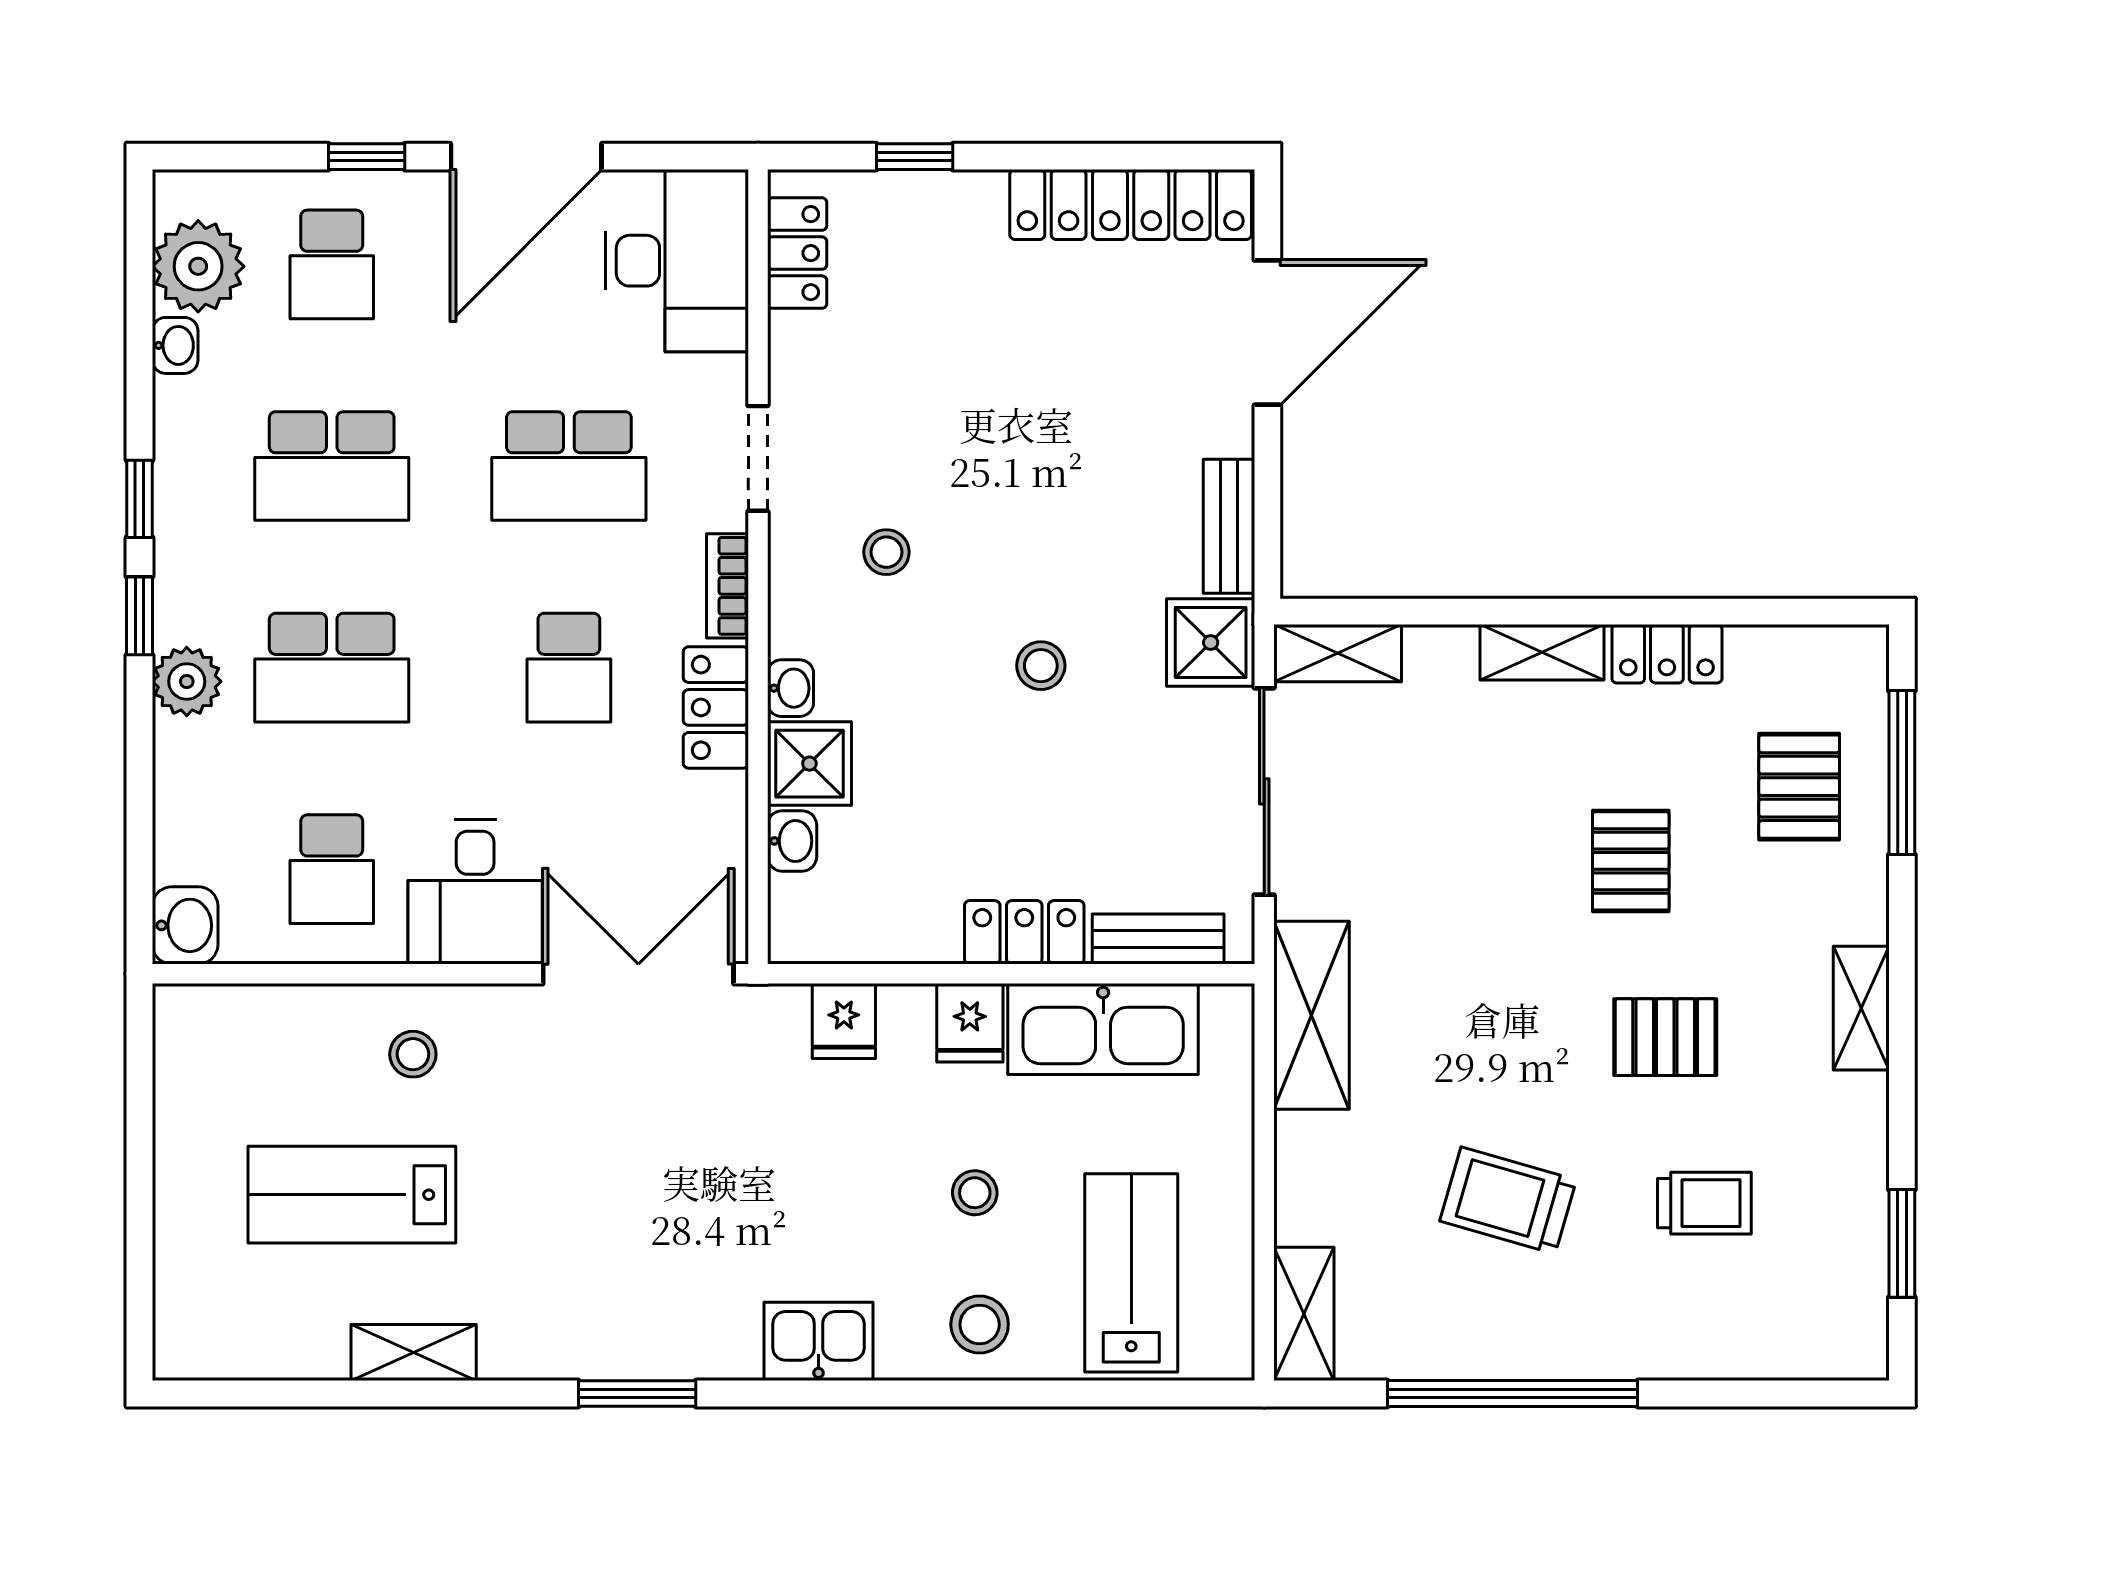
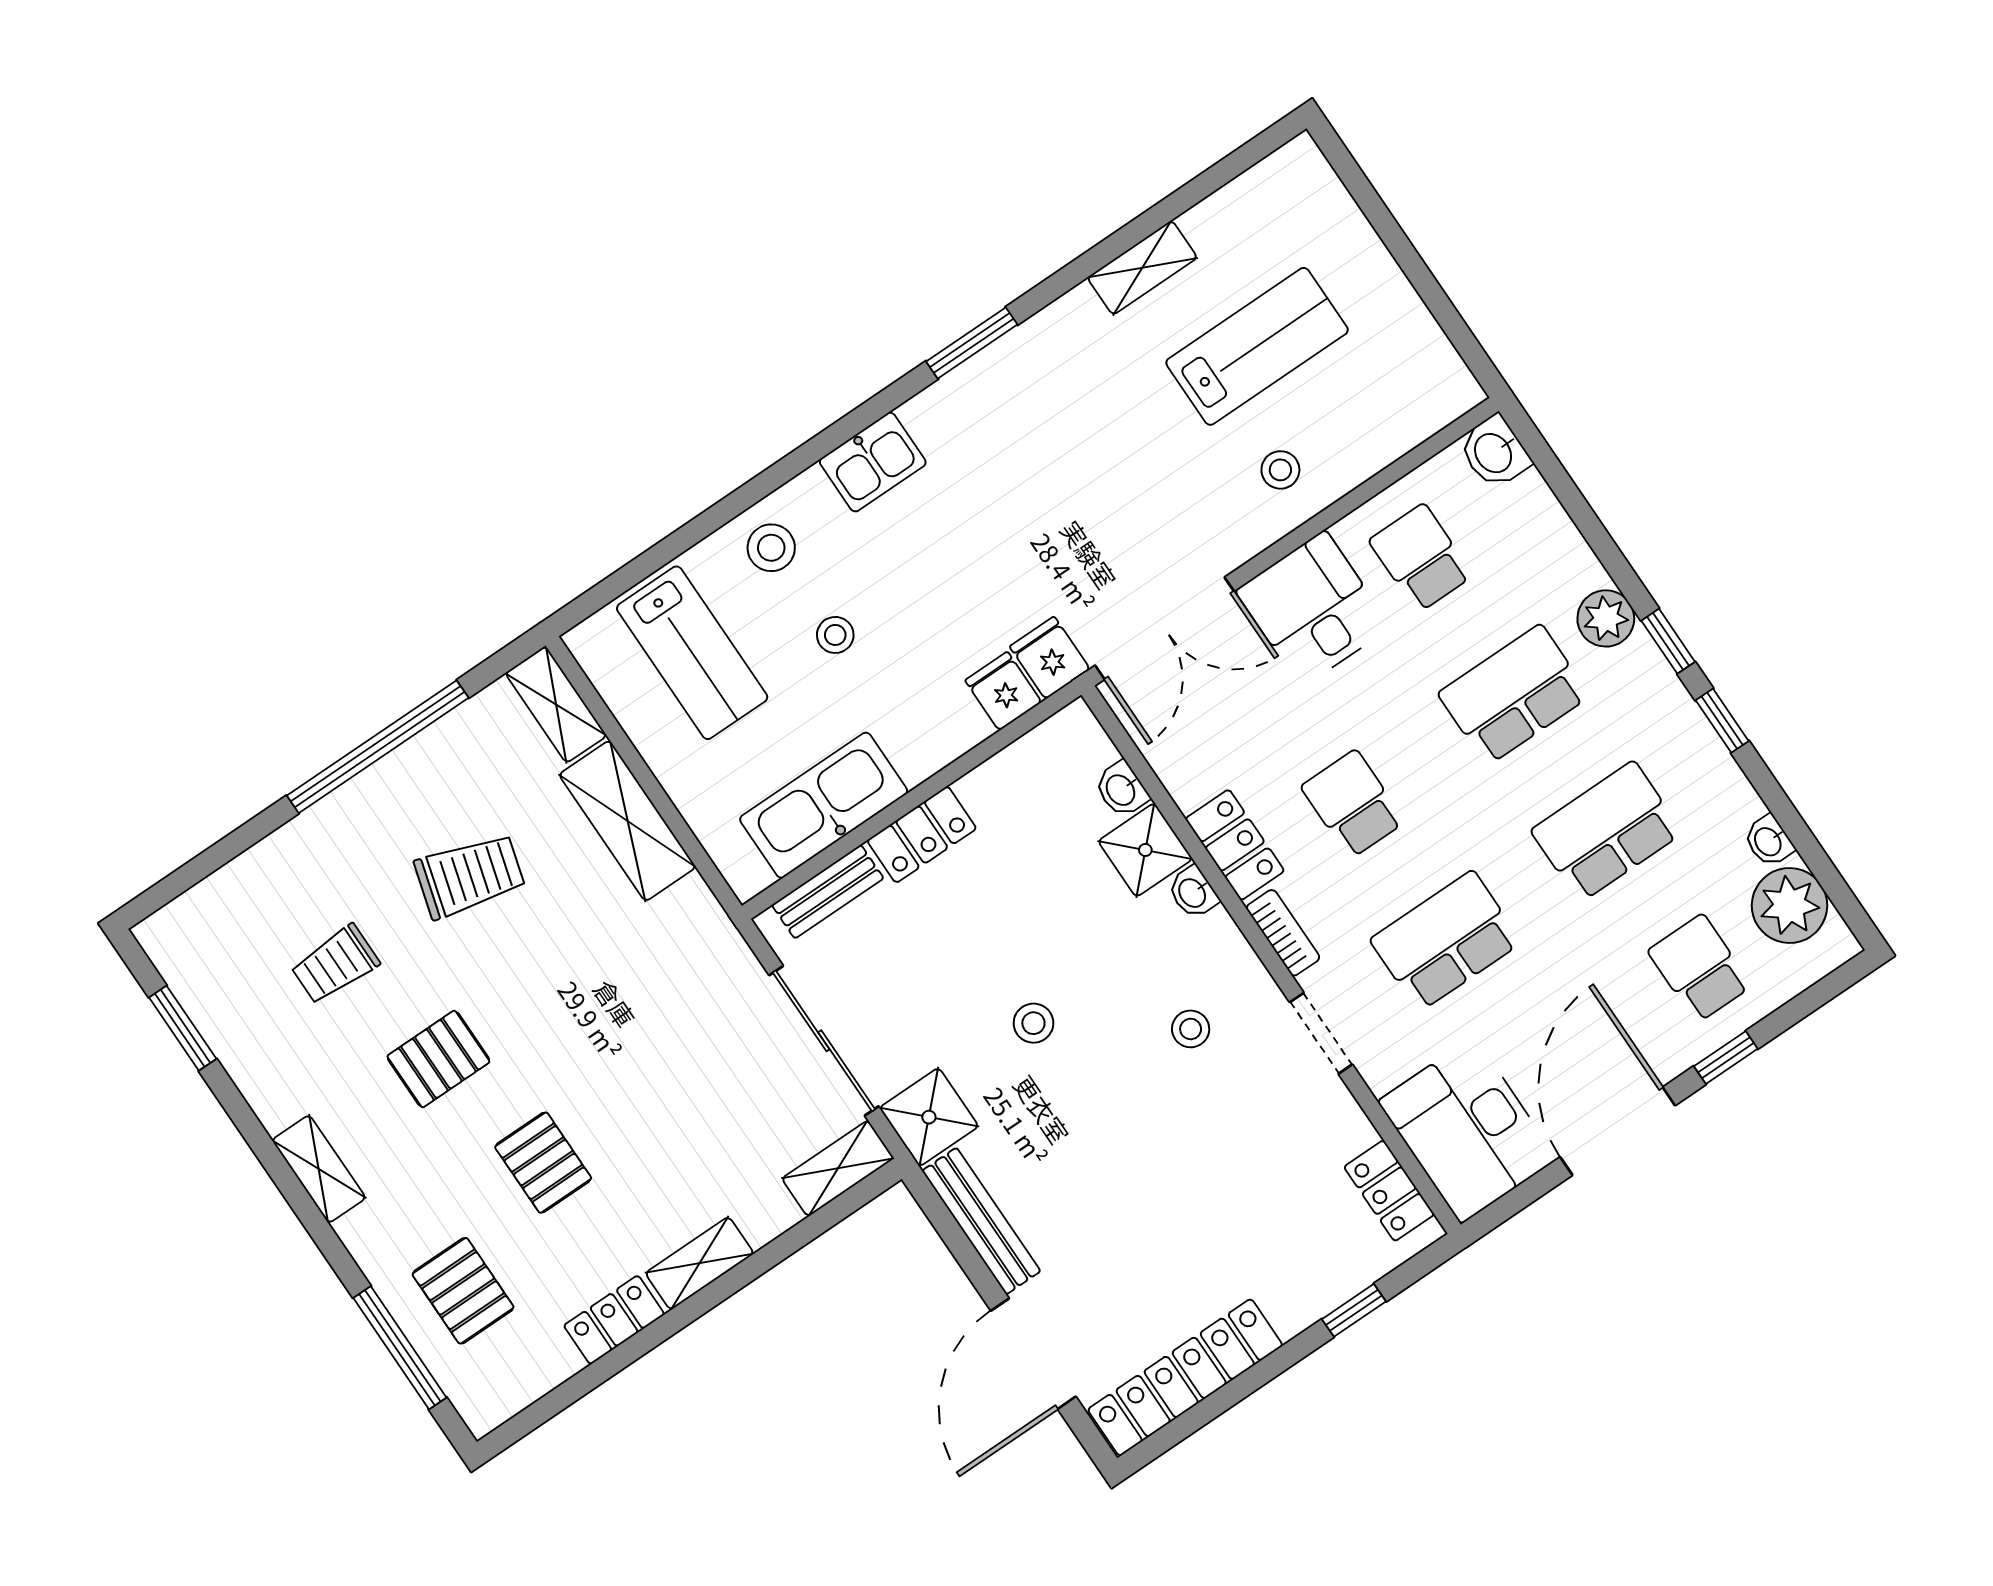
bench: (1229, 526) -> (981, 1221), width x1.36
shelving: (1312, 1015) -> (627, 821), moved
fridge: (970, 1023) -> (1050, 658), moved

